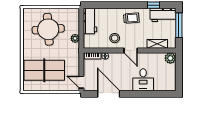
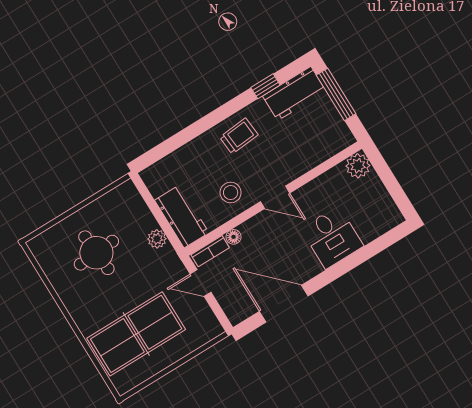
workbench: (90, 21) -> (182, 216), moved
round table: (48, 29) -> (96, 253), width x0.73, depth x0.73
shelving: (157, 44) -> (317, 154), removed
door: (81, 82) -> (201, 283), moved

